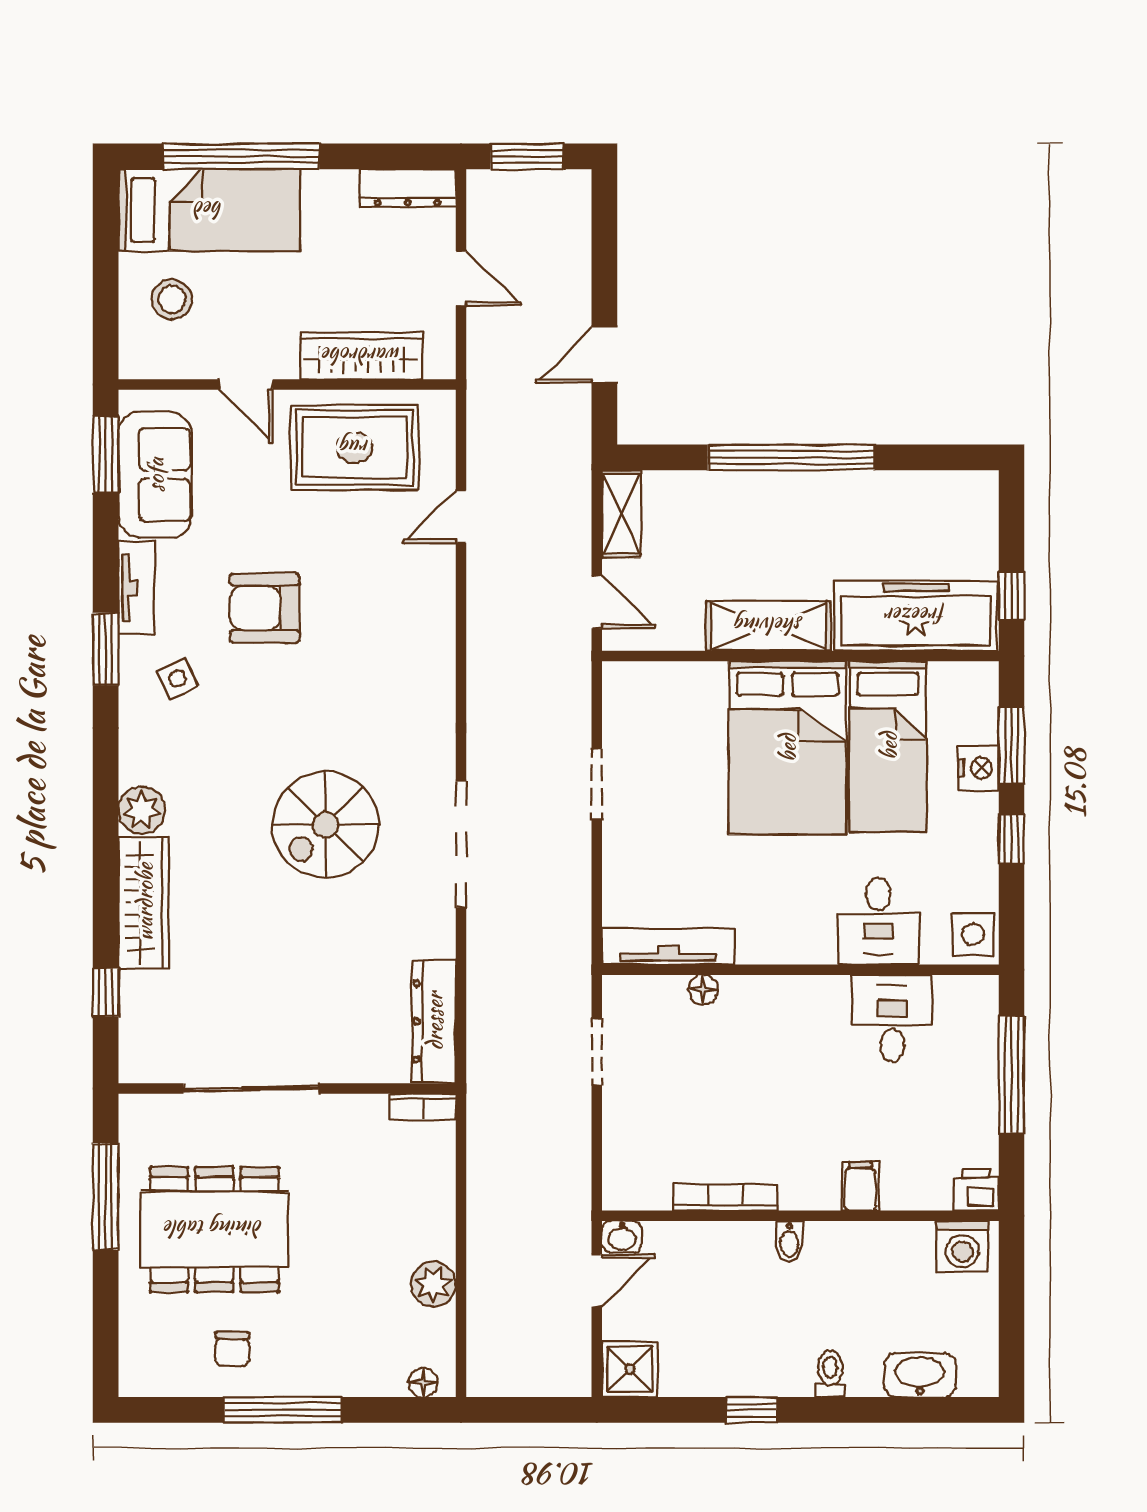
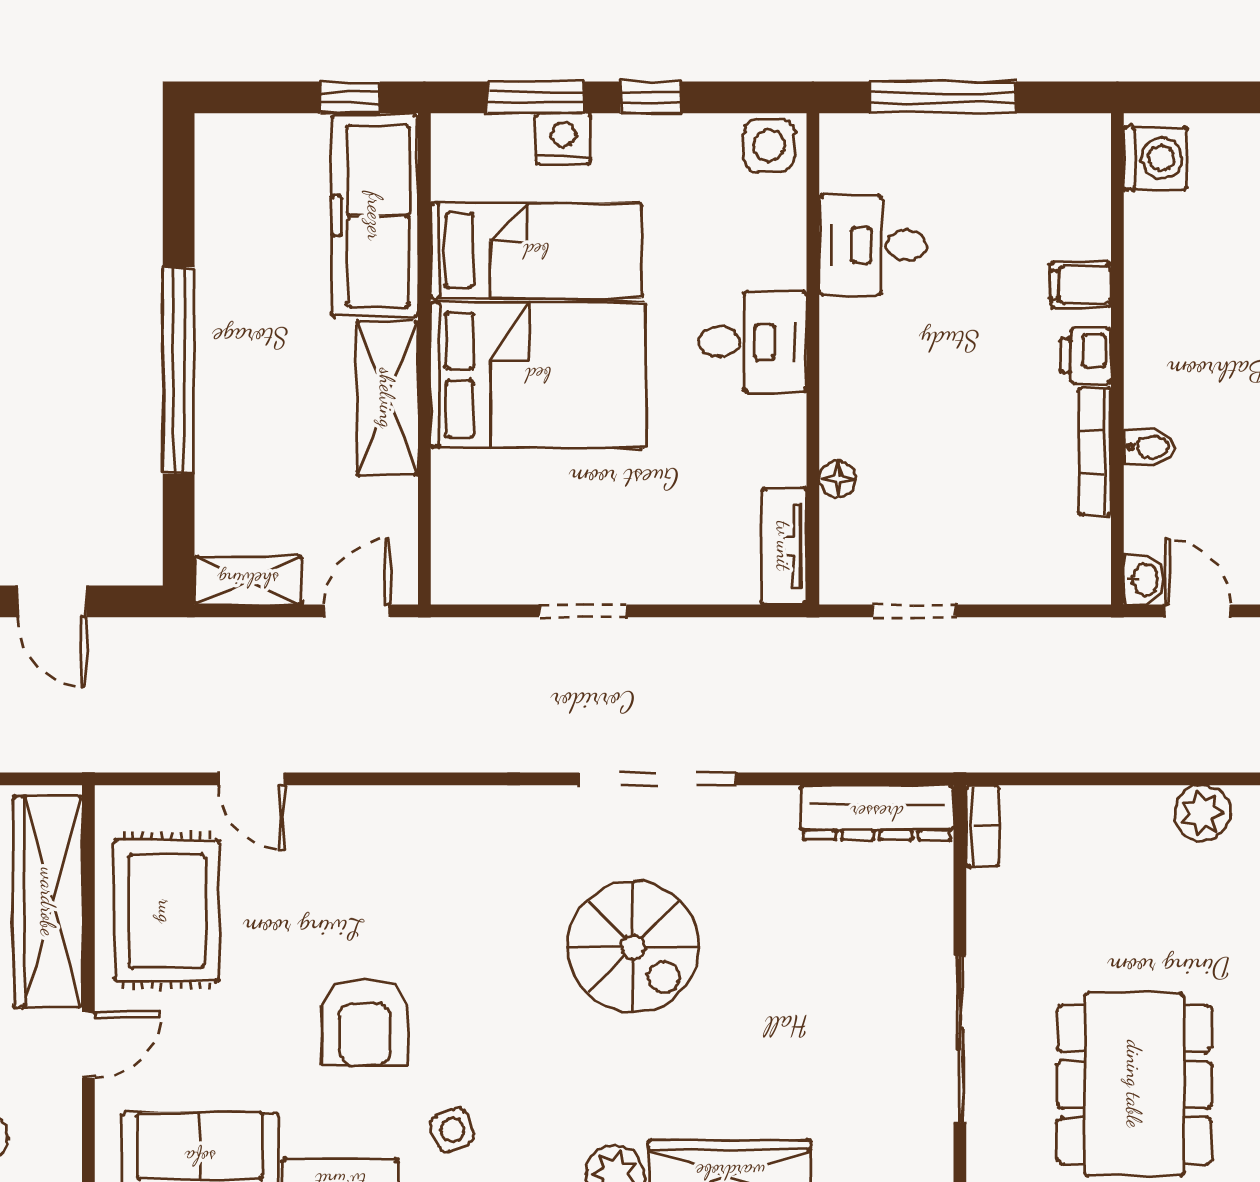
wardrobe: (362, 356) -> (48, 902), width x1.40, depth x1.17
desk: (878, 921) -> (753, 342), moved
tv unit: (668, 947) -> (784, 546), width x0.71
printer: (976, 1190) -> (1086, 356), moved
bidet: (789, 1241) -> (1149, 447), moved

